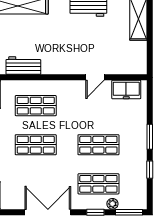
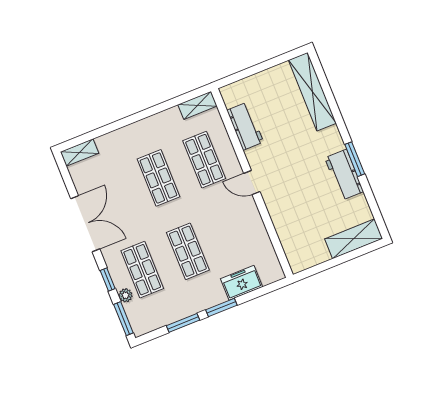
door: (95, 77) -> (252, 183), moved
freezer: (126, 90) -> (242, 283), moved, turned 90
window: (150, 170) -> (183, 323), width x1.50

